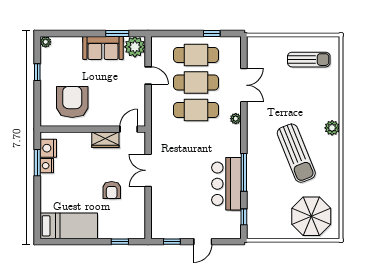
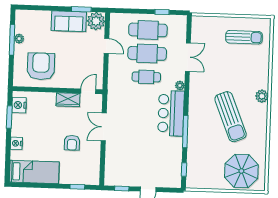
plant: (46, 42) -> (19, 39), moved
window: (37, 72) -> (12, 40), width x2.17
cafe table: (196, 110) -> (146, 77), width x0.73, depth x0.74
nightstand: (47, 166) -> (16, 143), moved
bar counter: (226, 184) -> (171, 113), moved

